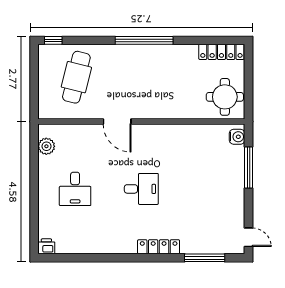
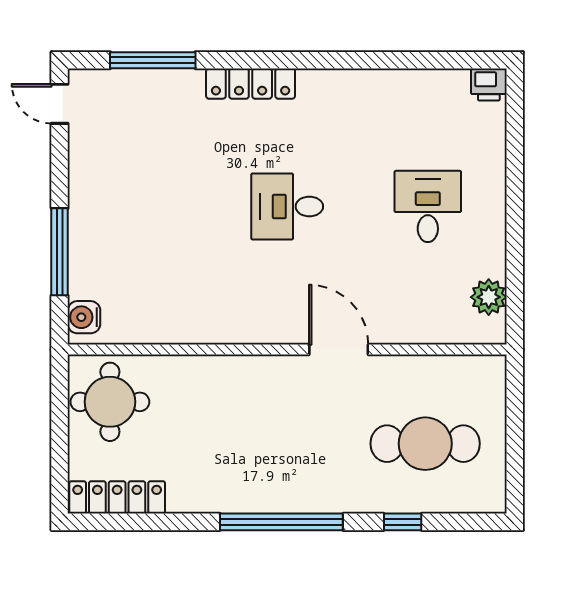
window: (53, 40) -> (403, 522), moved
cafe table: (76, 77) -> (425, 444), turned 76

